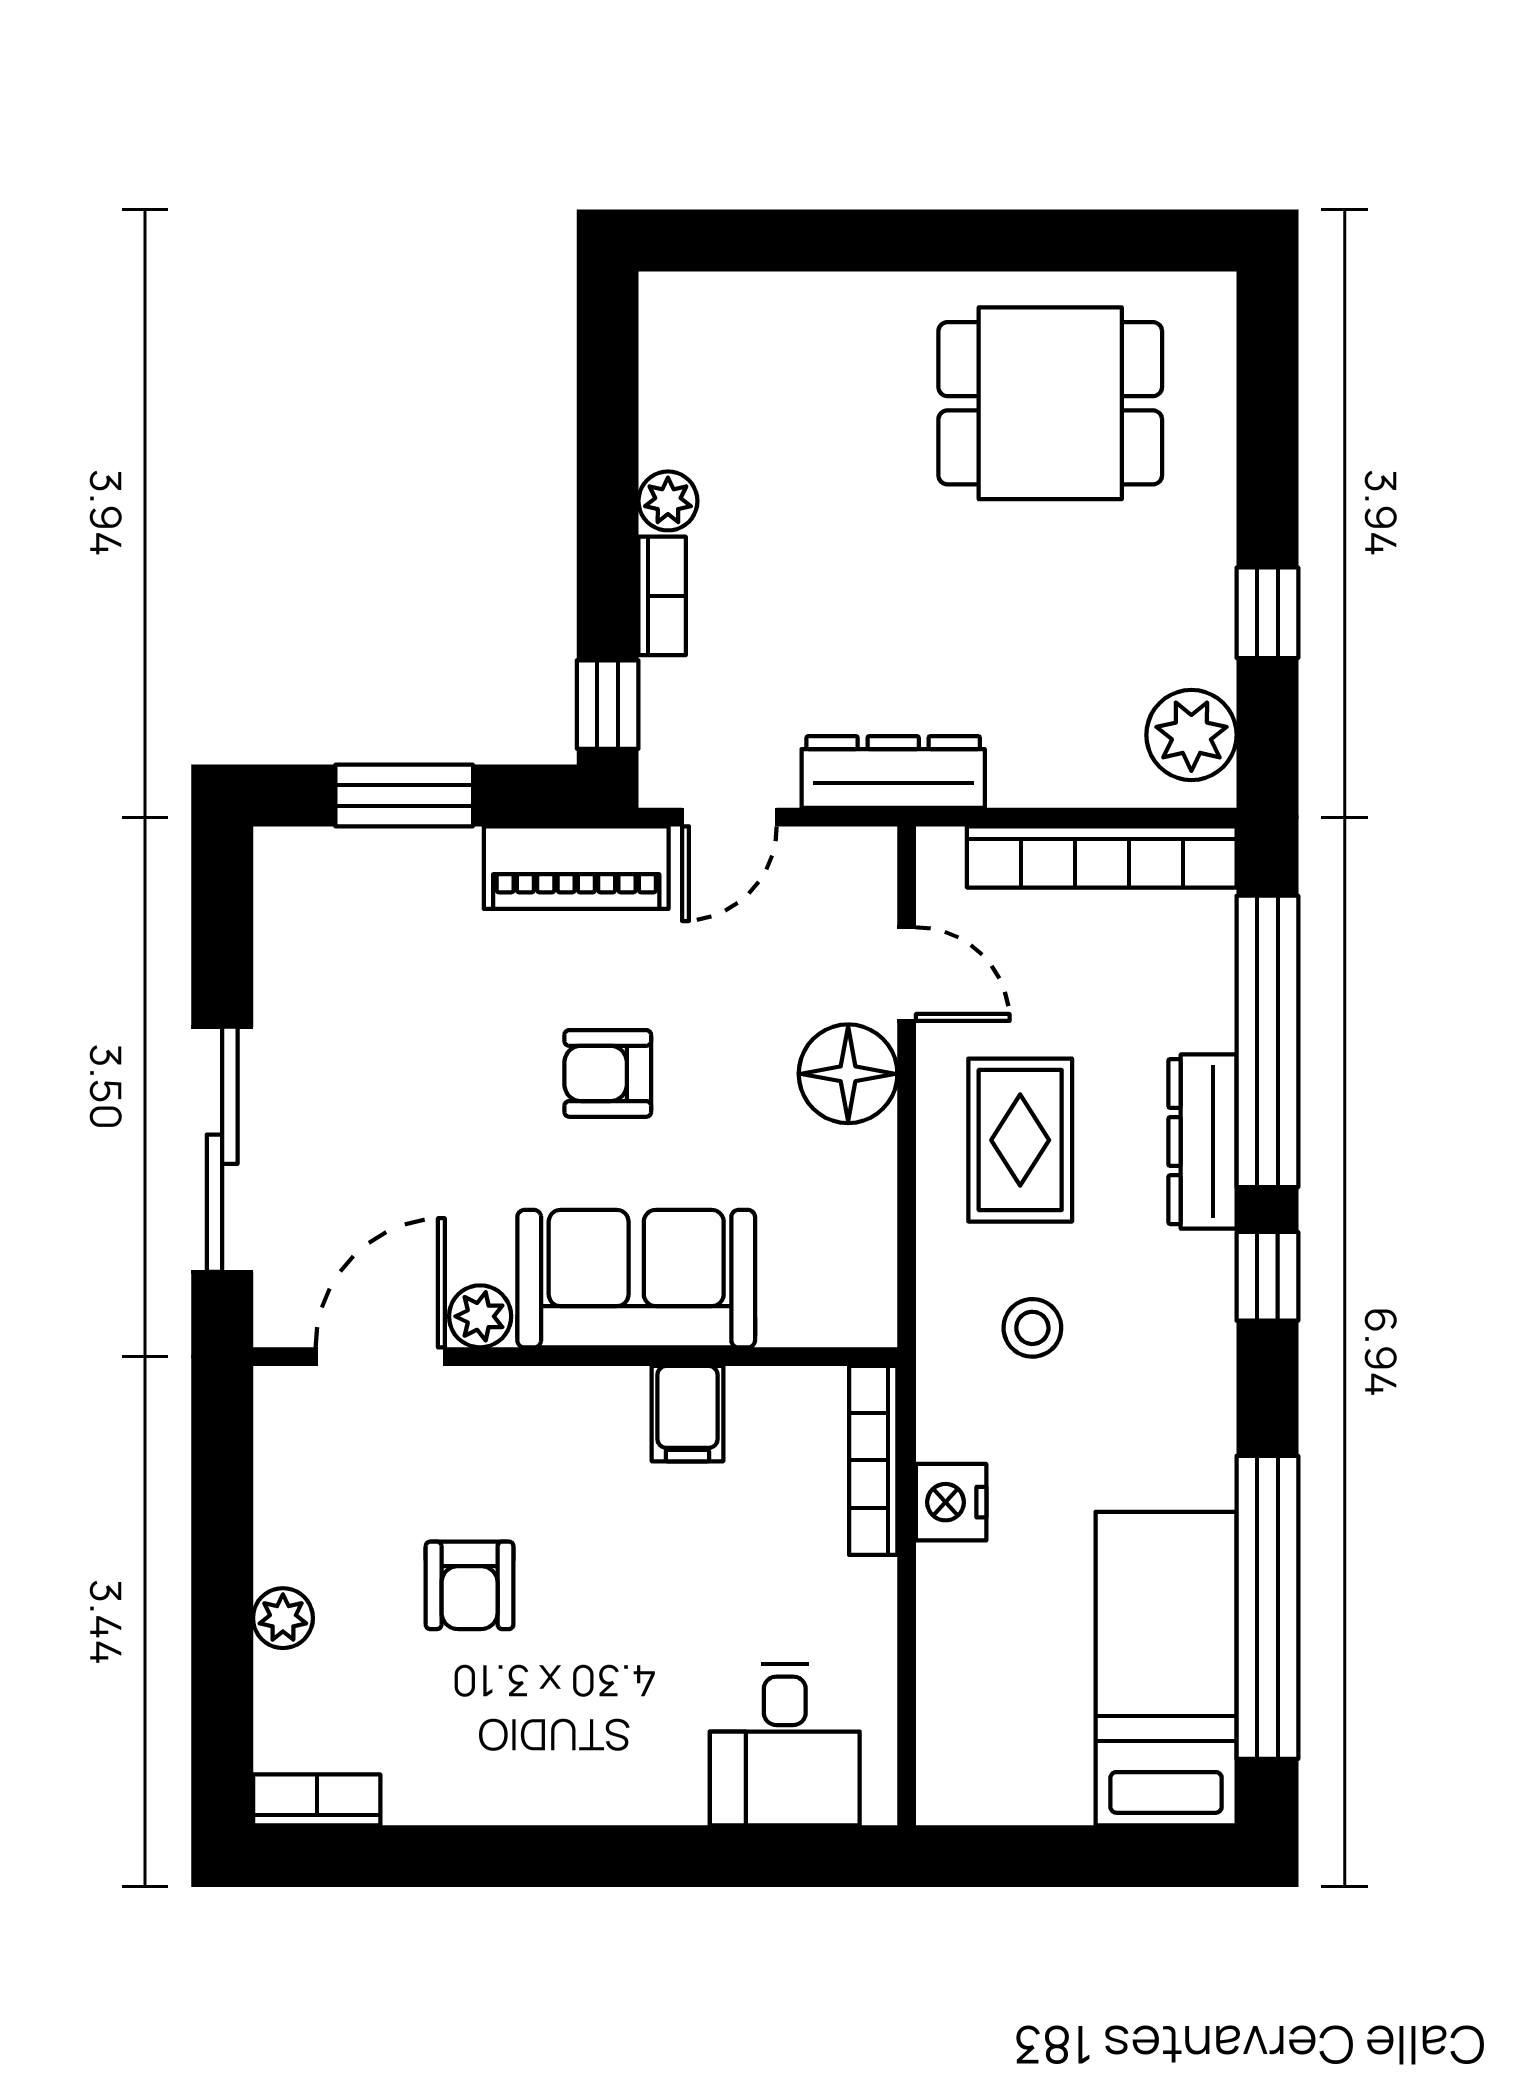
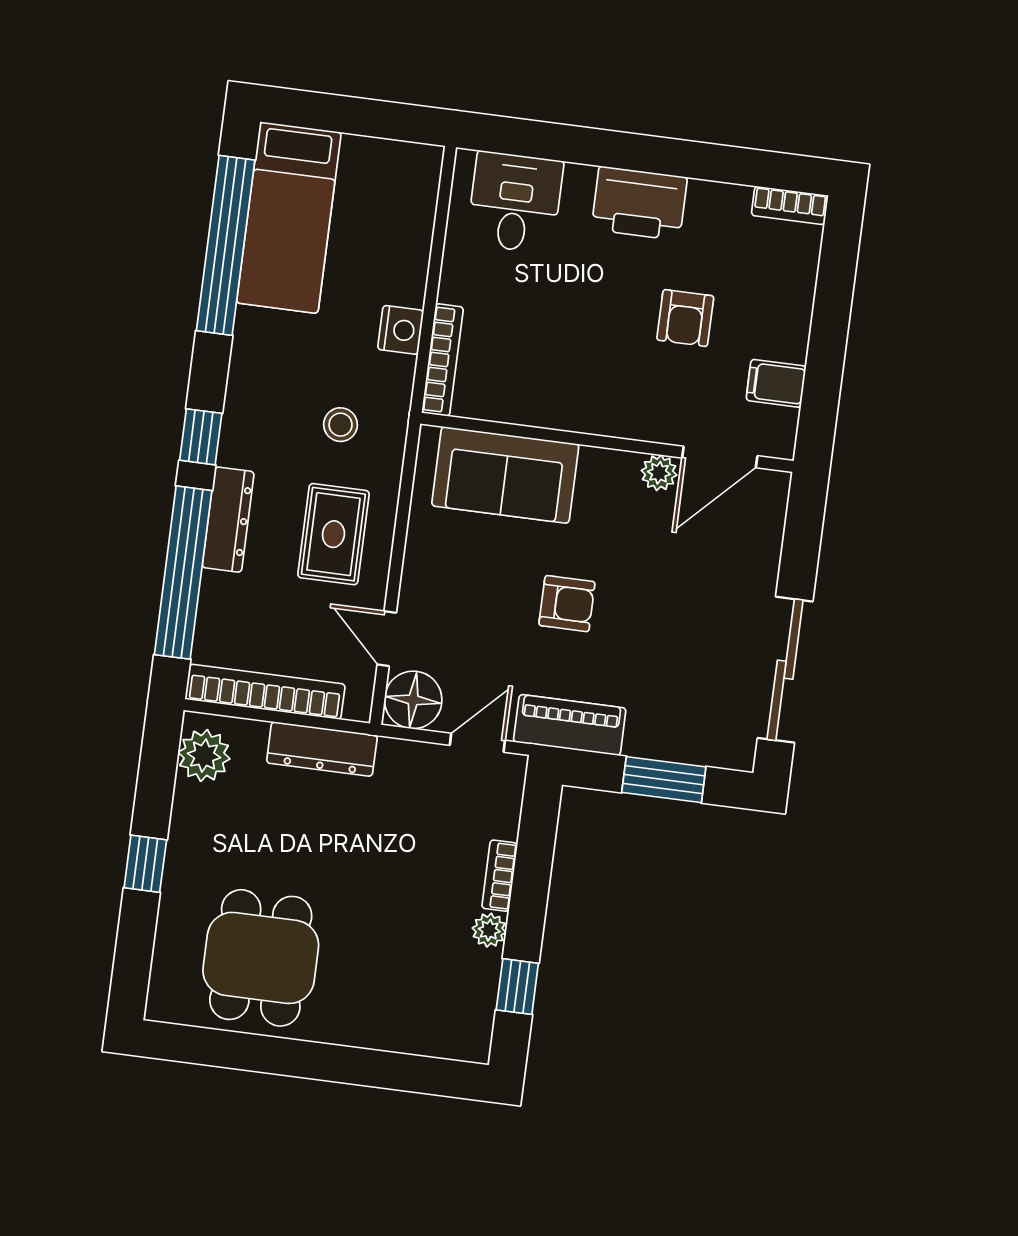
dining table: (1050, 403) -> (261, 958), turned 90
window: (1267, 613) -> (145, 864), moved
window: (608, 705) -> (517, 987), moved
dresser: (893, 772) -> (322, 749), moved
floor lamp: (848, 1074) -> (413, 700), moved
sliding door: (222, 1149) -> (785, 670), moved
sofa: (636, 1279) -> (505, 475), moved
filing cabinet: (687, 1414) -> (776, 383), moved, turned -90
armchair: (470, 1585) -> (685, 318), turned 180
plant: (283, 1618) -> (796, 313), removed
printer: (573, 1770) -> (639, 203), added

